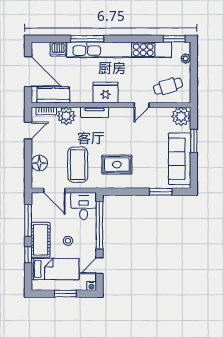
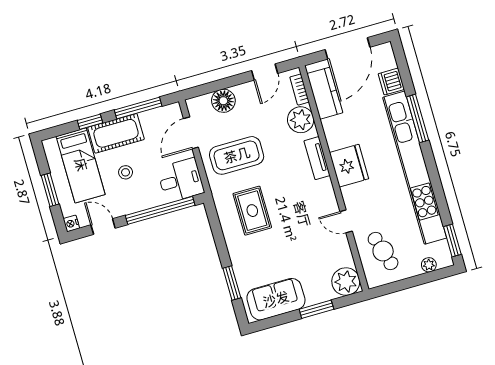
door: (28, 131) -> (265, 72), hinge flipped
sofa: (180, 159) -> (276, 299), width x0.73

